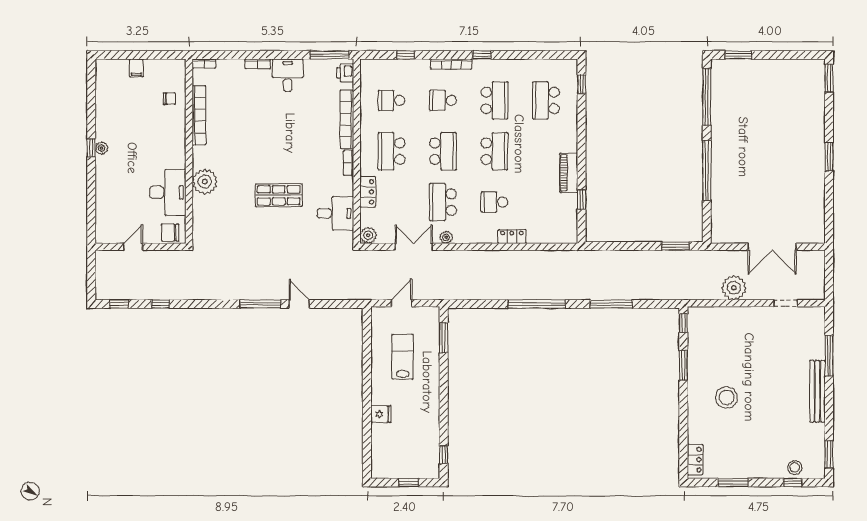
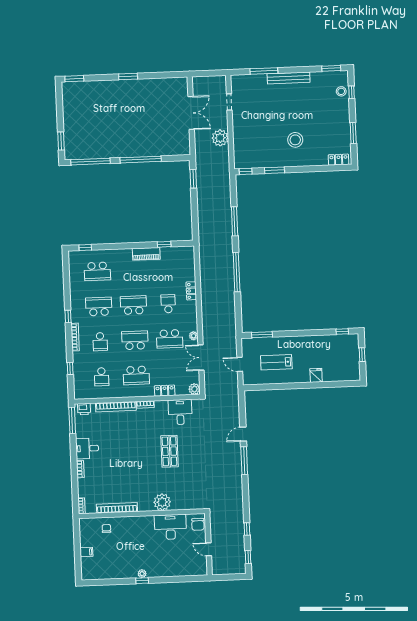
school desk: (494, 202) -> (168, 304), turned 180

